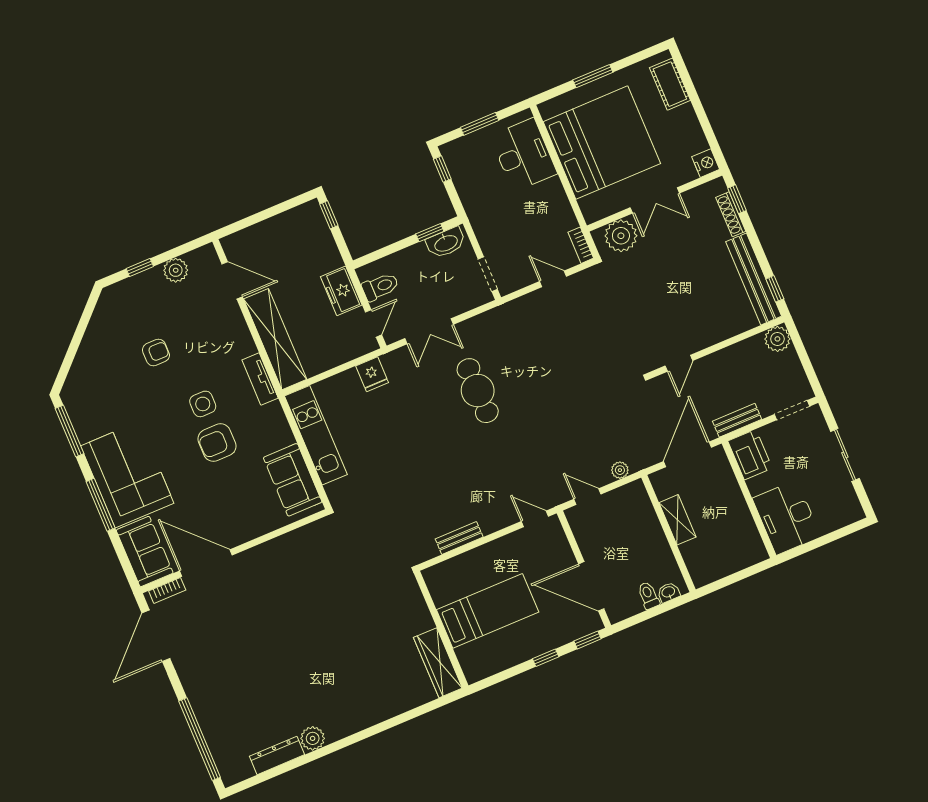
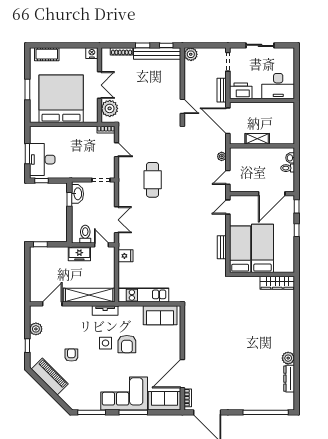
desk: (524, 155) -> (42, 160), moved, turned -90
window: (737, 199) -> (143, 45), moved
door: (553, 279) -> (117, 150), swing flipped
piano: (102, 330) -> (50, 377), added
cafe table: (478, 391) -> (153, 180), moved, turned 90
bed: (469, 572) -> (240, 249), added

